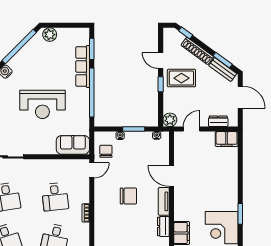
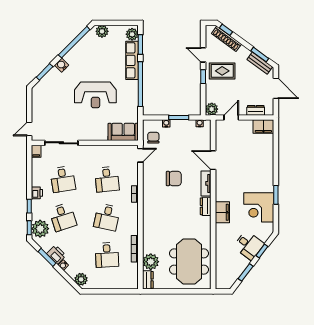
plant: (83, 38) -> (132, 34), added
shoe rack: (197, 51) -> (226, 39), moved

